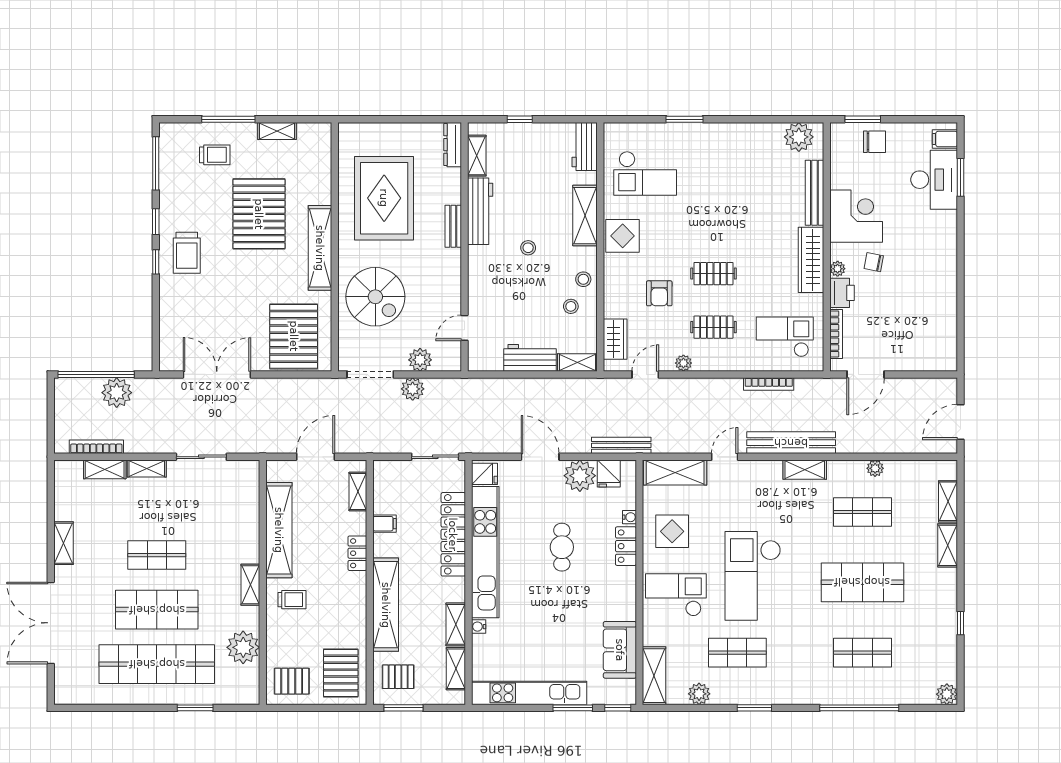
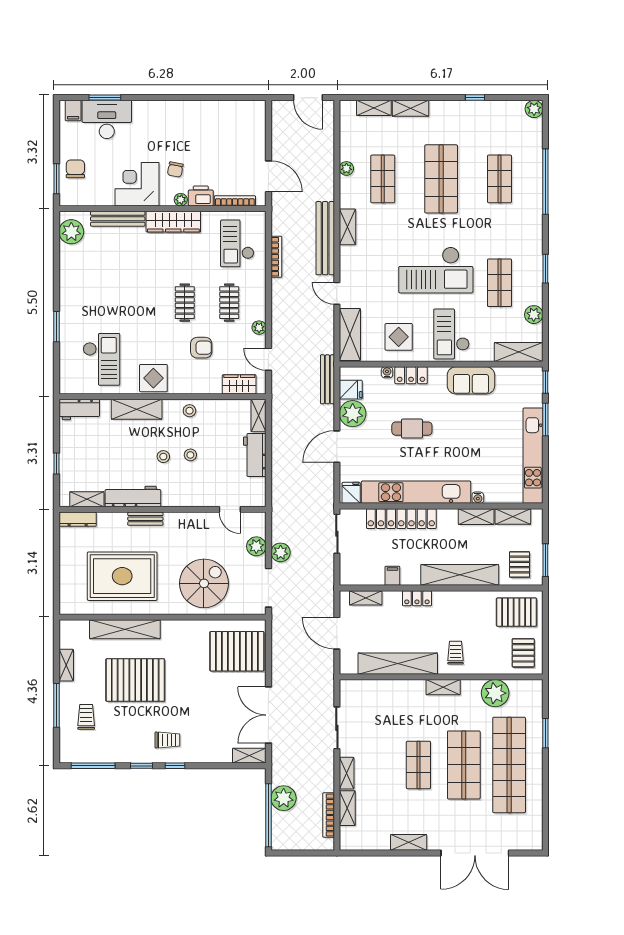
shelving: (320, 248) -> (125, 629), moved
trolley: (187, 253) -> (167, 740), width x0.73, depth x0.72
stool: (571, 306) -> (190, 455), moved
shelving: (168, 351) -> (249, 756), added
sofa: (620, 650) -> (471, 380), moved

